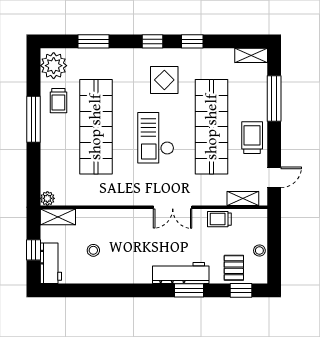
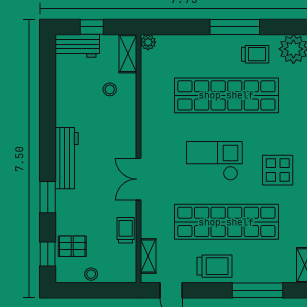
trolley: (58, 101) -> (255, 54), turned 180
stool: (93, 250) -> (110, 89), moved
workbench: (181, 273) -> (67, 158), moved

